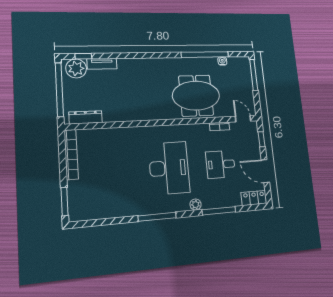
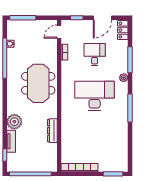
plant: (76, 68) -> (14, 122), moved
meeting table: (196, 96) -> (38, 83), moved
dresser: (86, 117) -> (52, 131), moved
desk: (221, 164) -> (95, 55), turned 180

